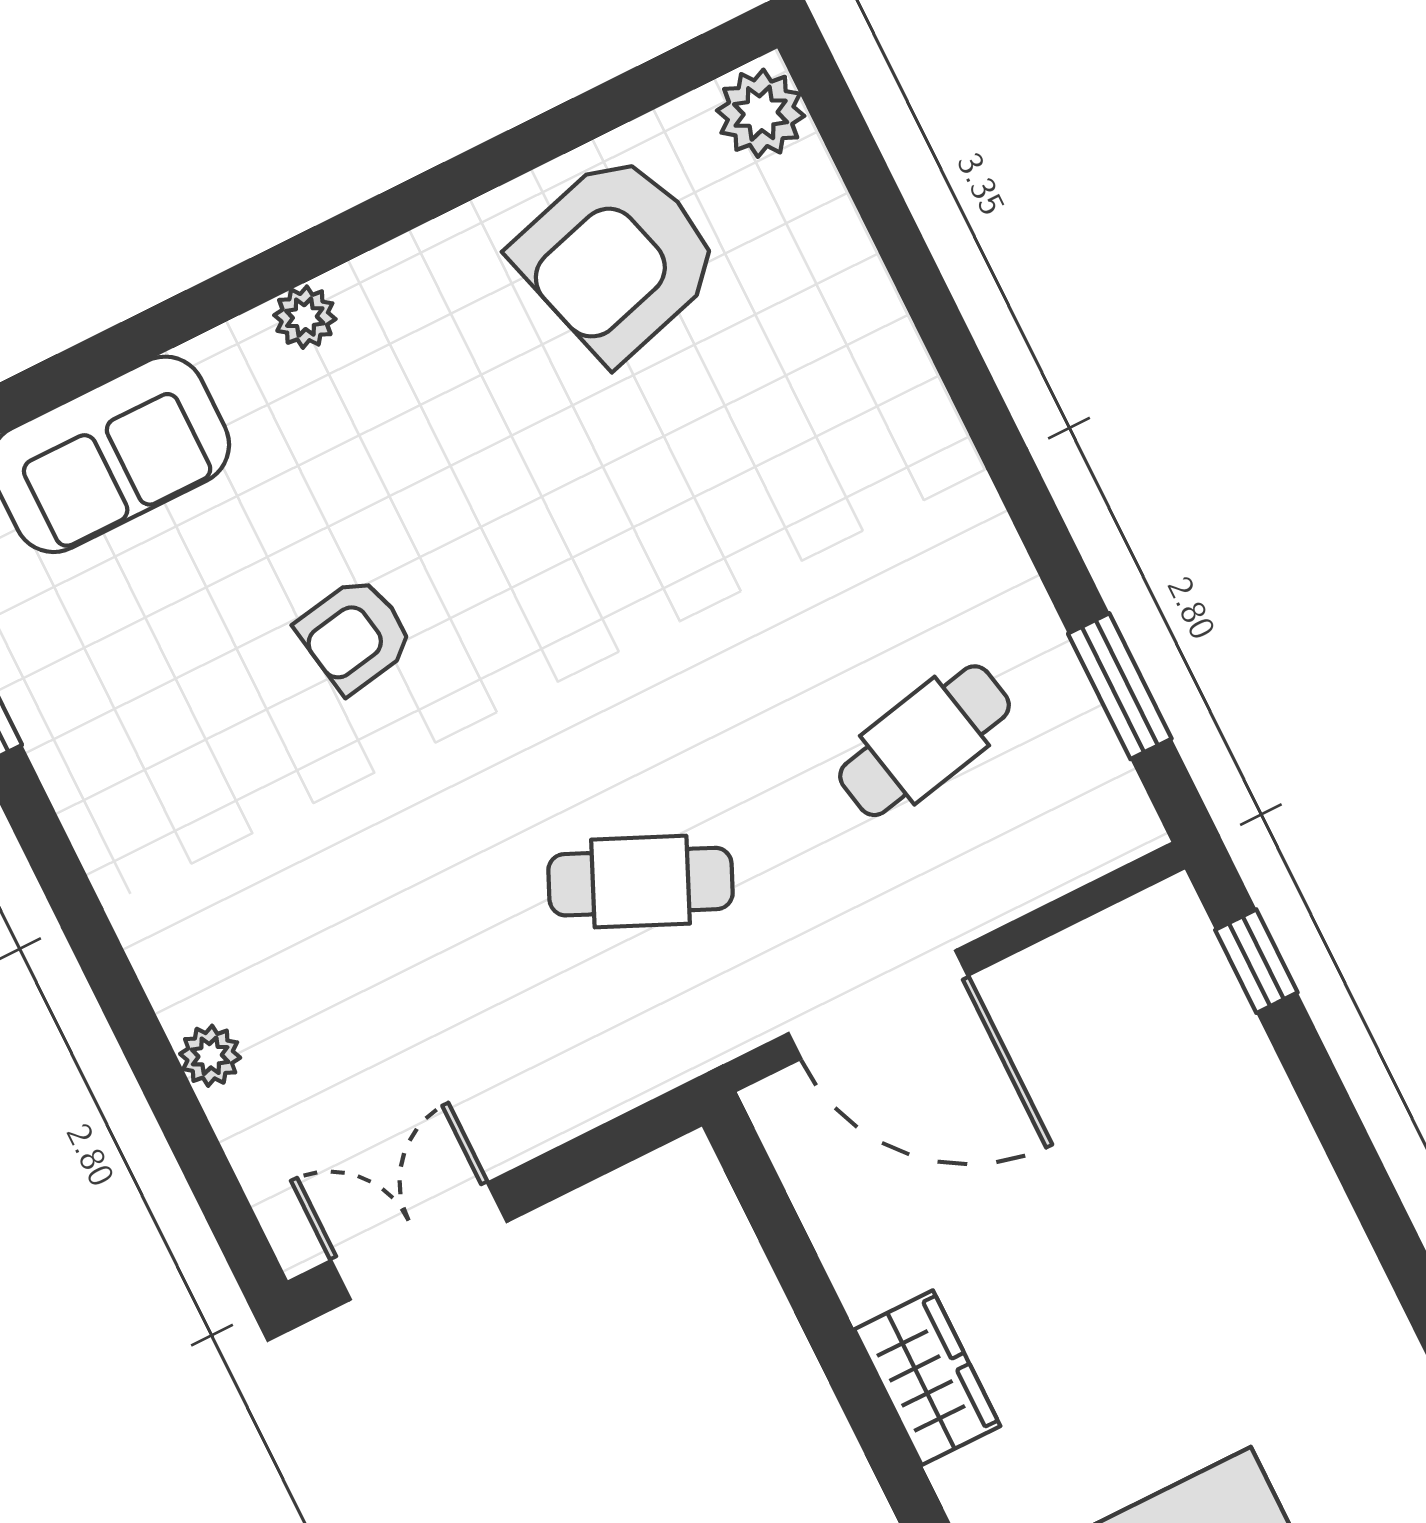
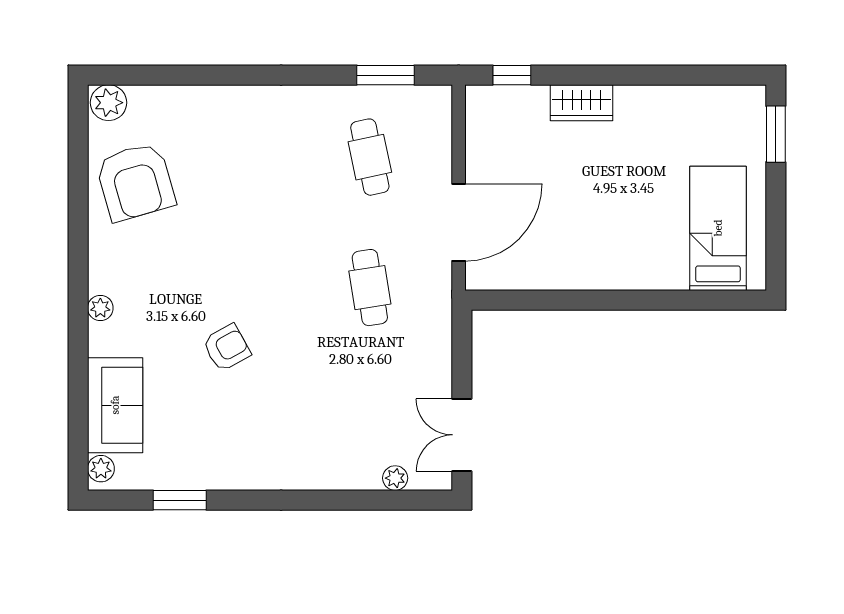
armchair: (355, 635) -> (227, 348), turned -109
cafe table: (641, 882) -> (370, 288), turned -33
plant: (210, 1056) -> (395, 478), moved
wardrobe: (927, 1378) -> (581, 103), moved, turned 180

